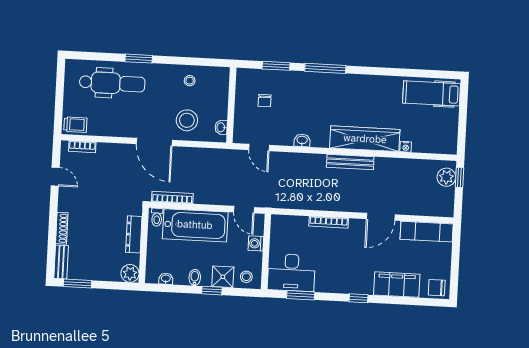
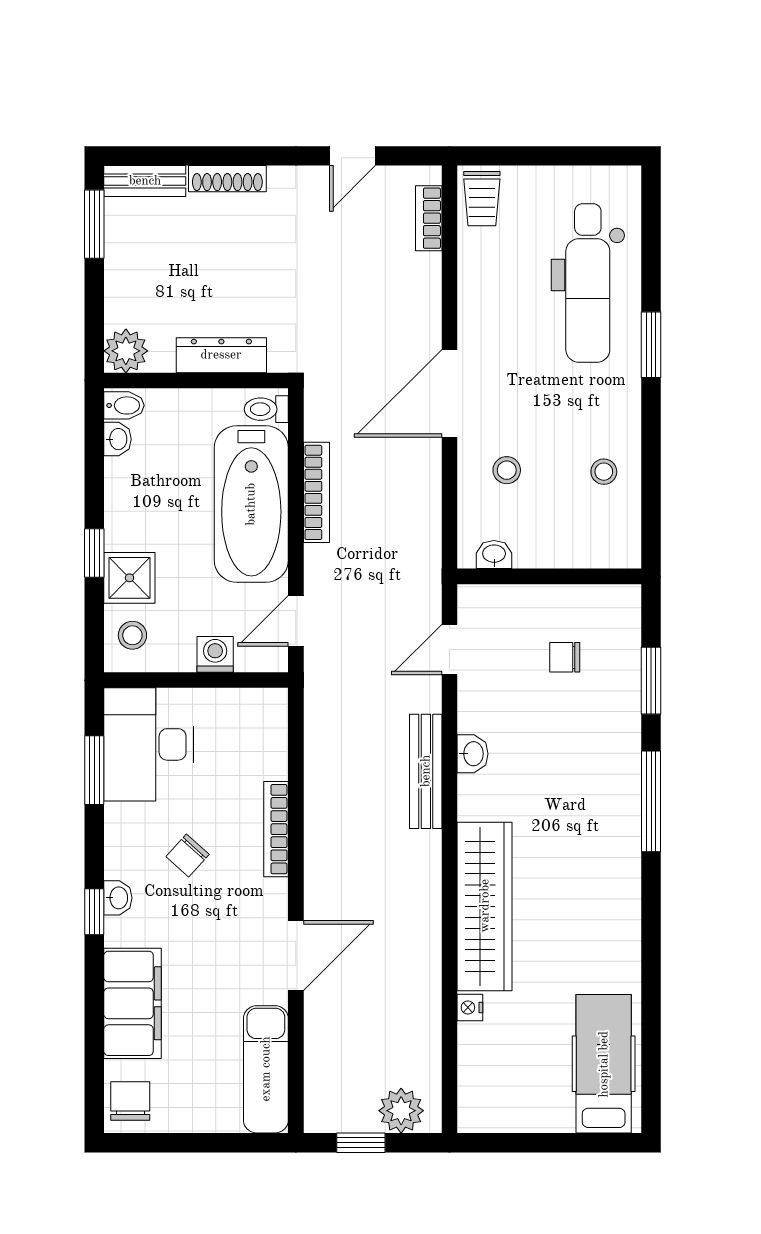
stool: (187, 120) -> (507, 470), width x0.53, depth x0.53
bench: (350, 162) -> (426, 771), moved
window: (460, 177) -> (361, 1143), moved
bookcase: (172, 197) -> (316, 492), moved
door: (381, 217) -> (296, 956), swing flipped
chair: (338, 259) -> (188, 856), added
bidet: (195, 277) -> (124, 405), moved
washbasin: (353, 288) -> (118, 898), added

